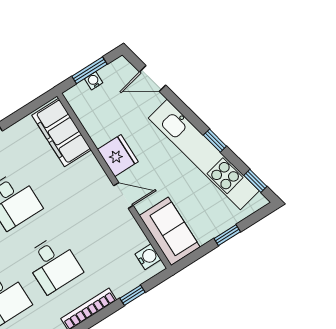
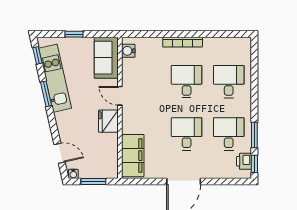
water cooler: (94, 81) -> (73, 174), moved
window: (215, 141) -> (46, 94), width x1.50
kitchen unit: (204, 155) -> (55, 78), width x0.73
window: (133, 295) -> (152, 34), removed

